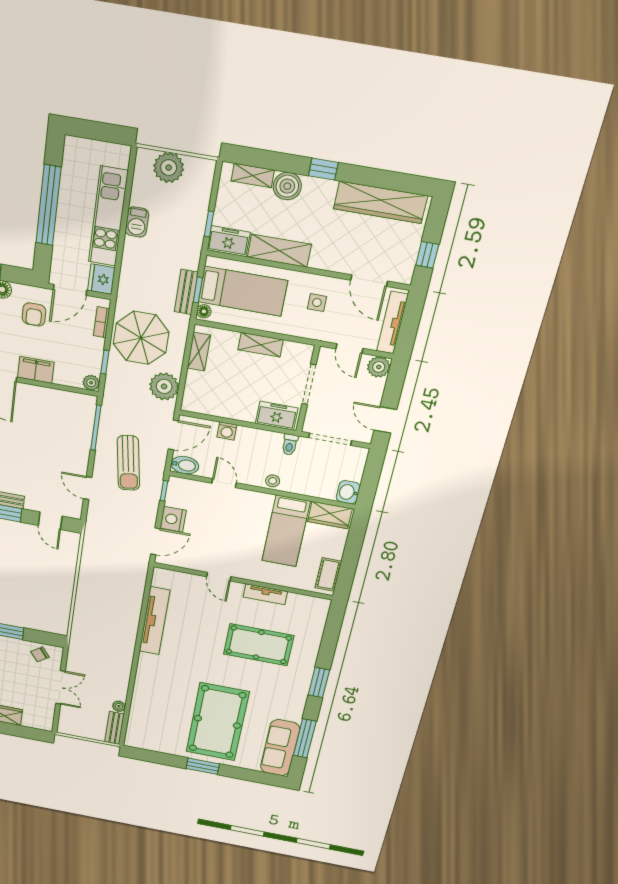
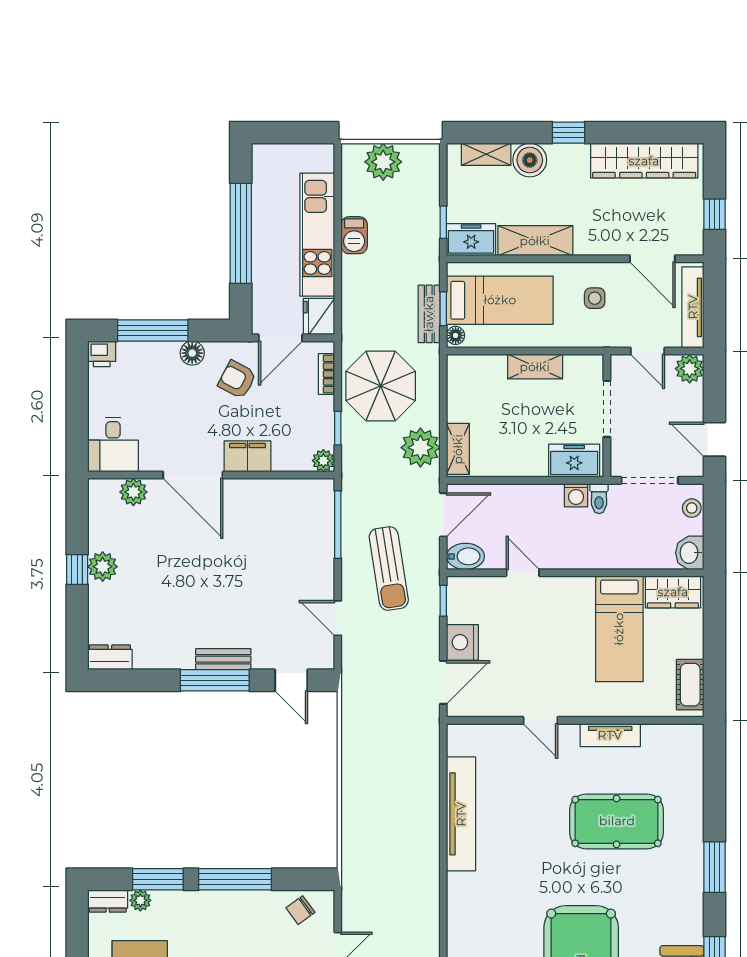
armchair: (34, 314) -> (237, 380), turned 118
shelving: (199, 352) -> (458, 449), moved
washing machine: (227, 431) -> (576, 495), moved
stool: (273, 481) -> (692, 508), moved

